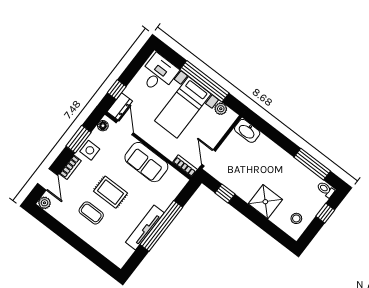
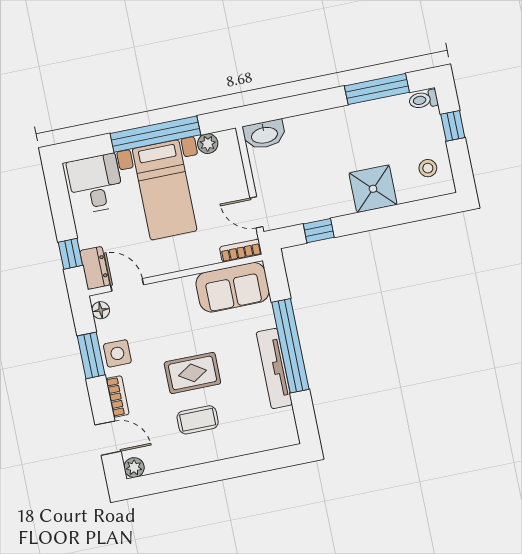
sofa: (146, 162) -> (233, 287), moved

